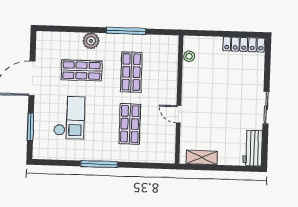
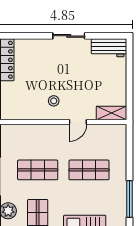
stool: (189, 56) -> (54, 101), moved
shelving: (202, 157) -> (112, 113), moved, turned 90

